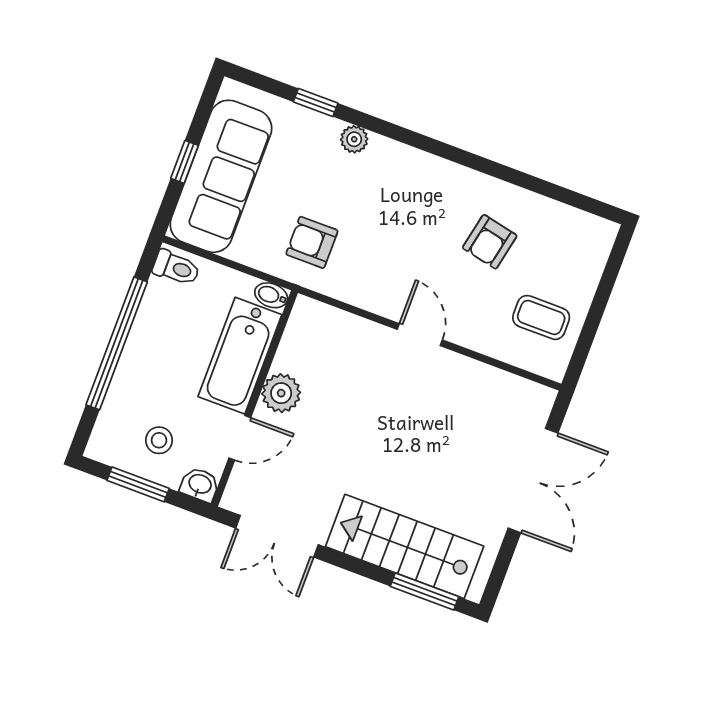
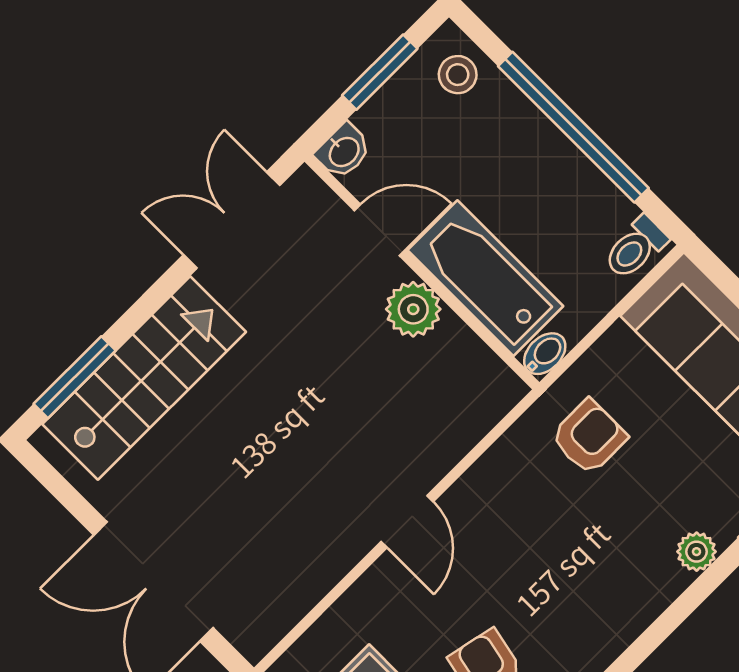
door: (420, 335) -> (407, 522), hinge flipped
door: (240, 438) -> (380, 230), swing flipped
stool: (159, 440) -> (458, 75), moved

